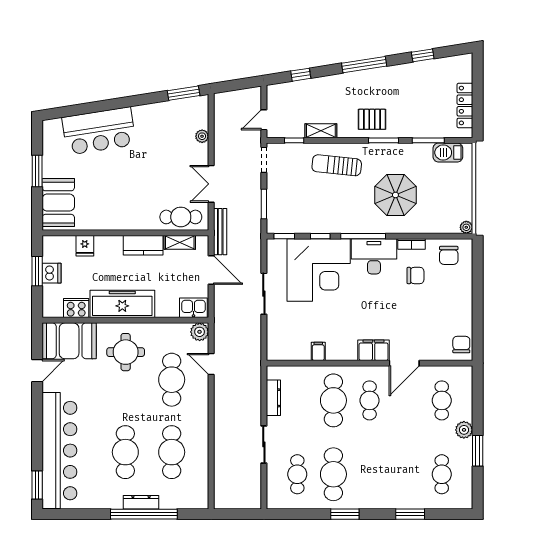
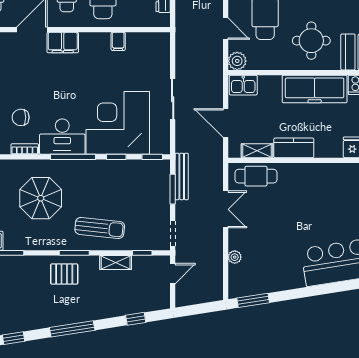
window: (383, 140) -> (74, 253), moved
bench: (220, 232) -> (182, 176), moved

